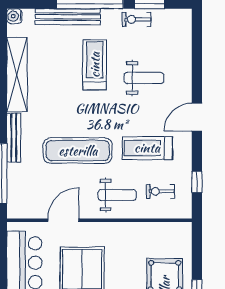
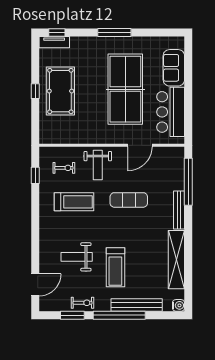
door: (197, 117) -> (35, 285), moved
exercise mat: (78, 151) -> (129, 200), width x0.73, depth x0.69
weight bench: (117, 195) -> (98, 165), turned -90

